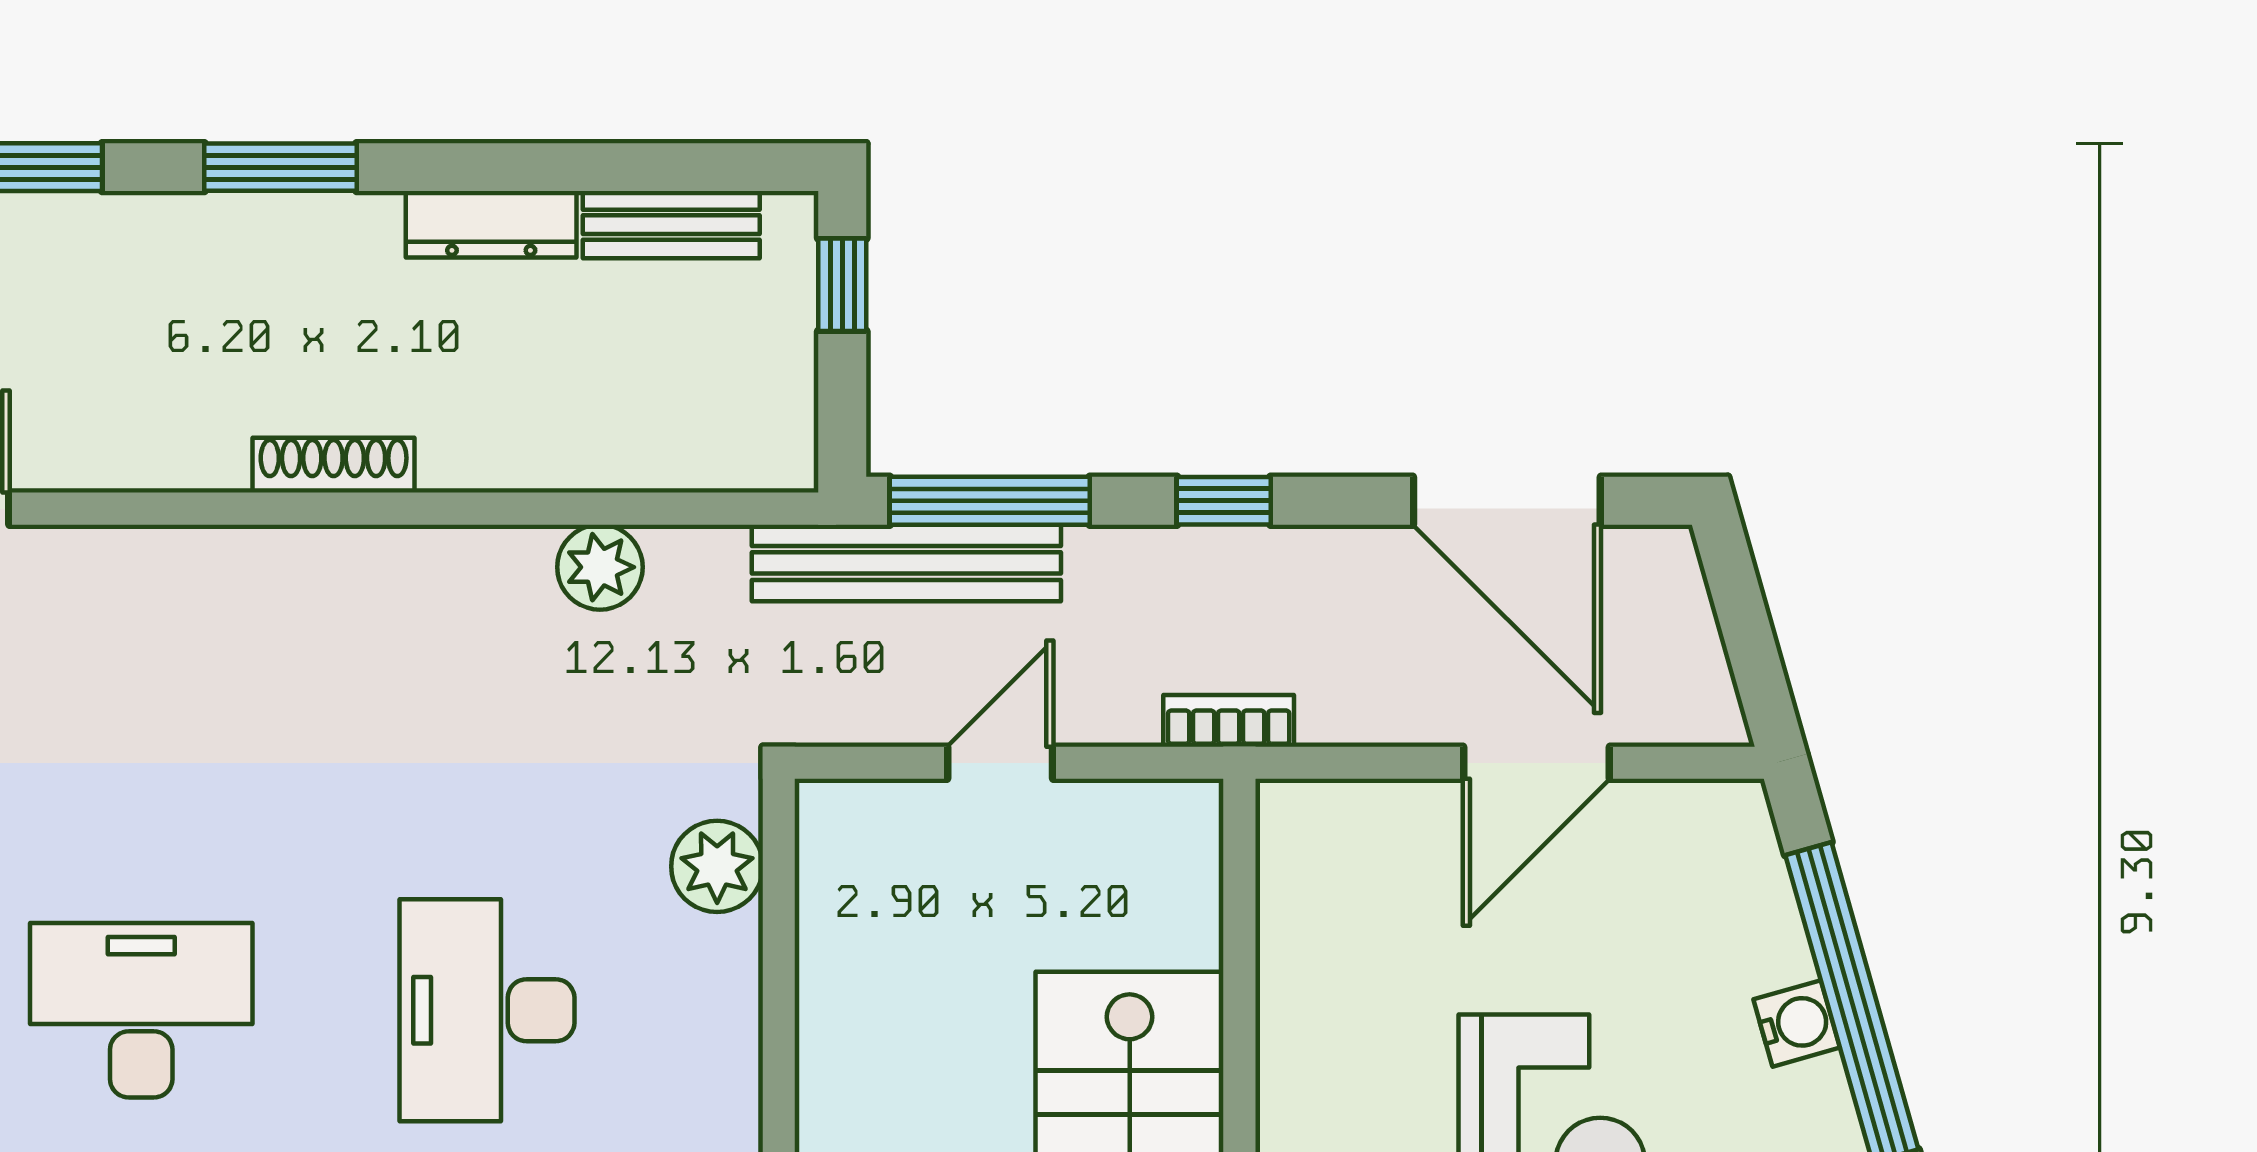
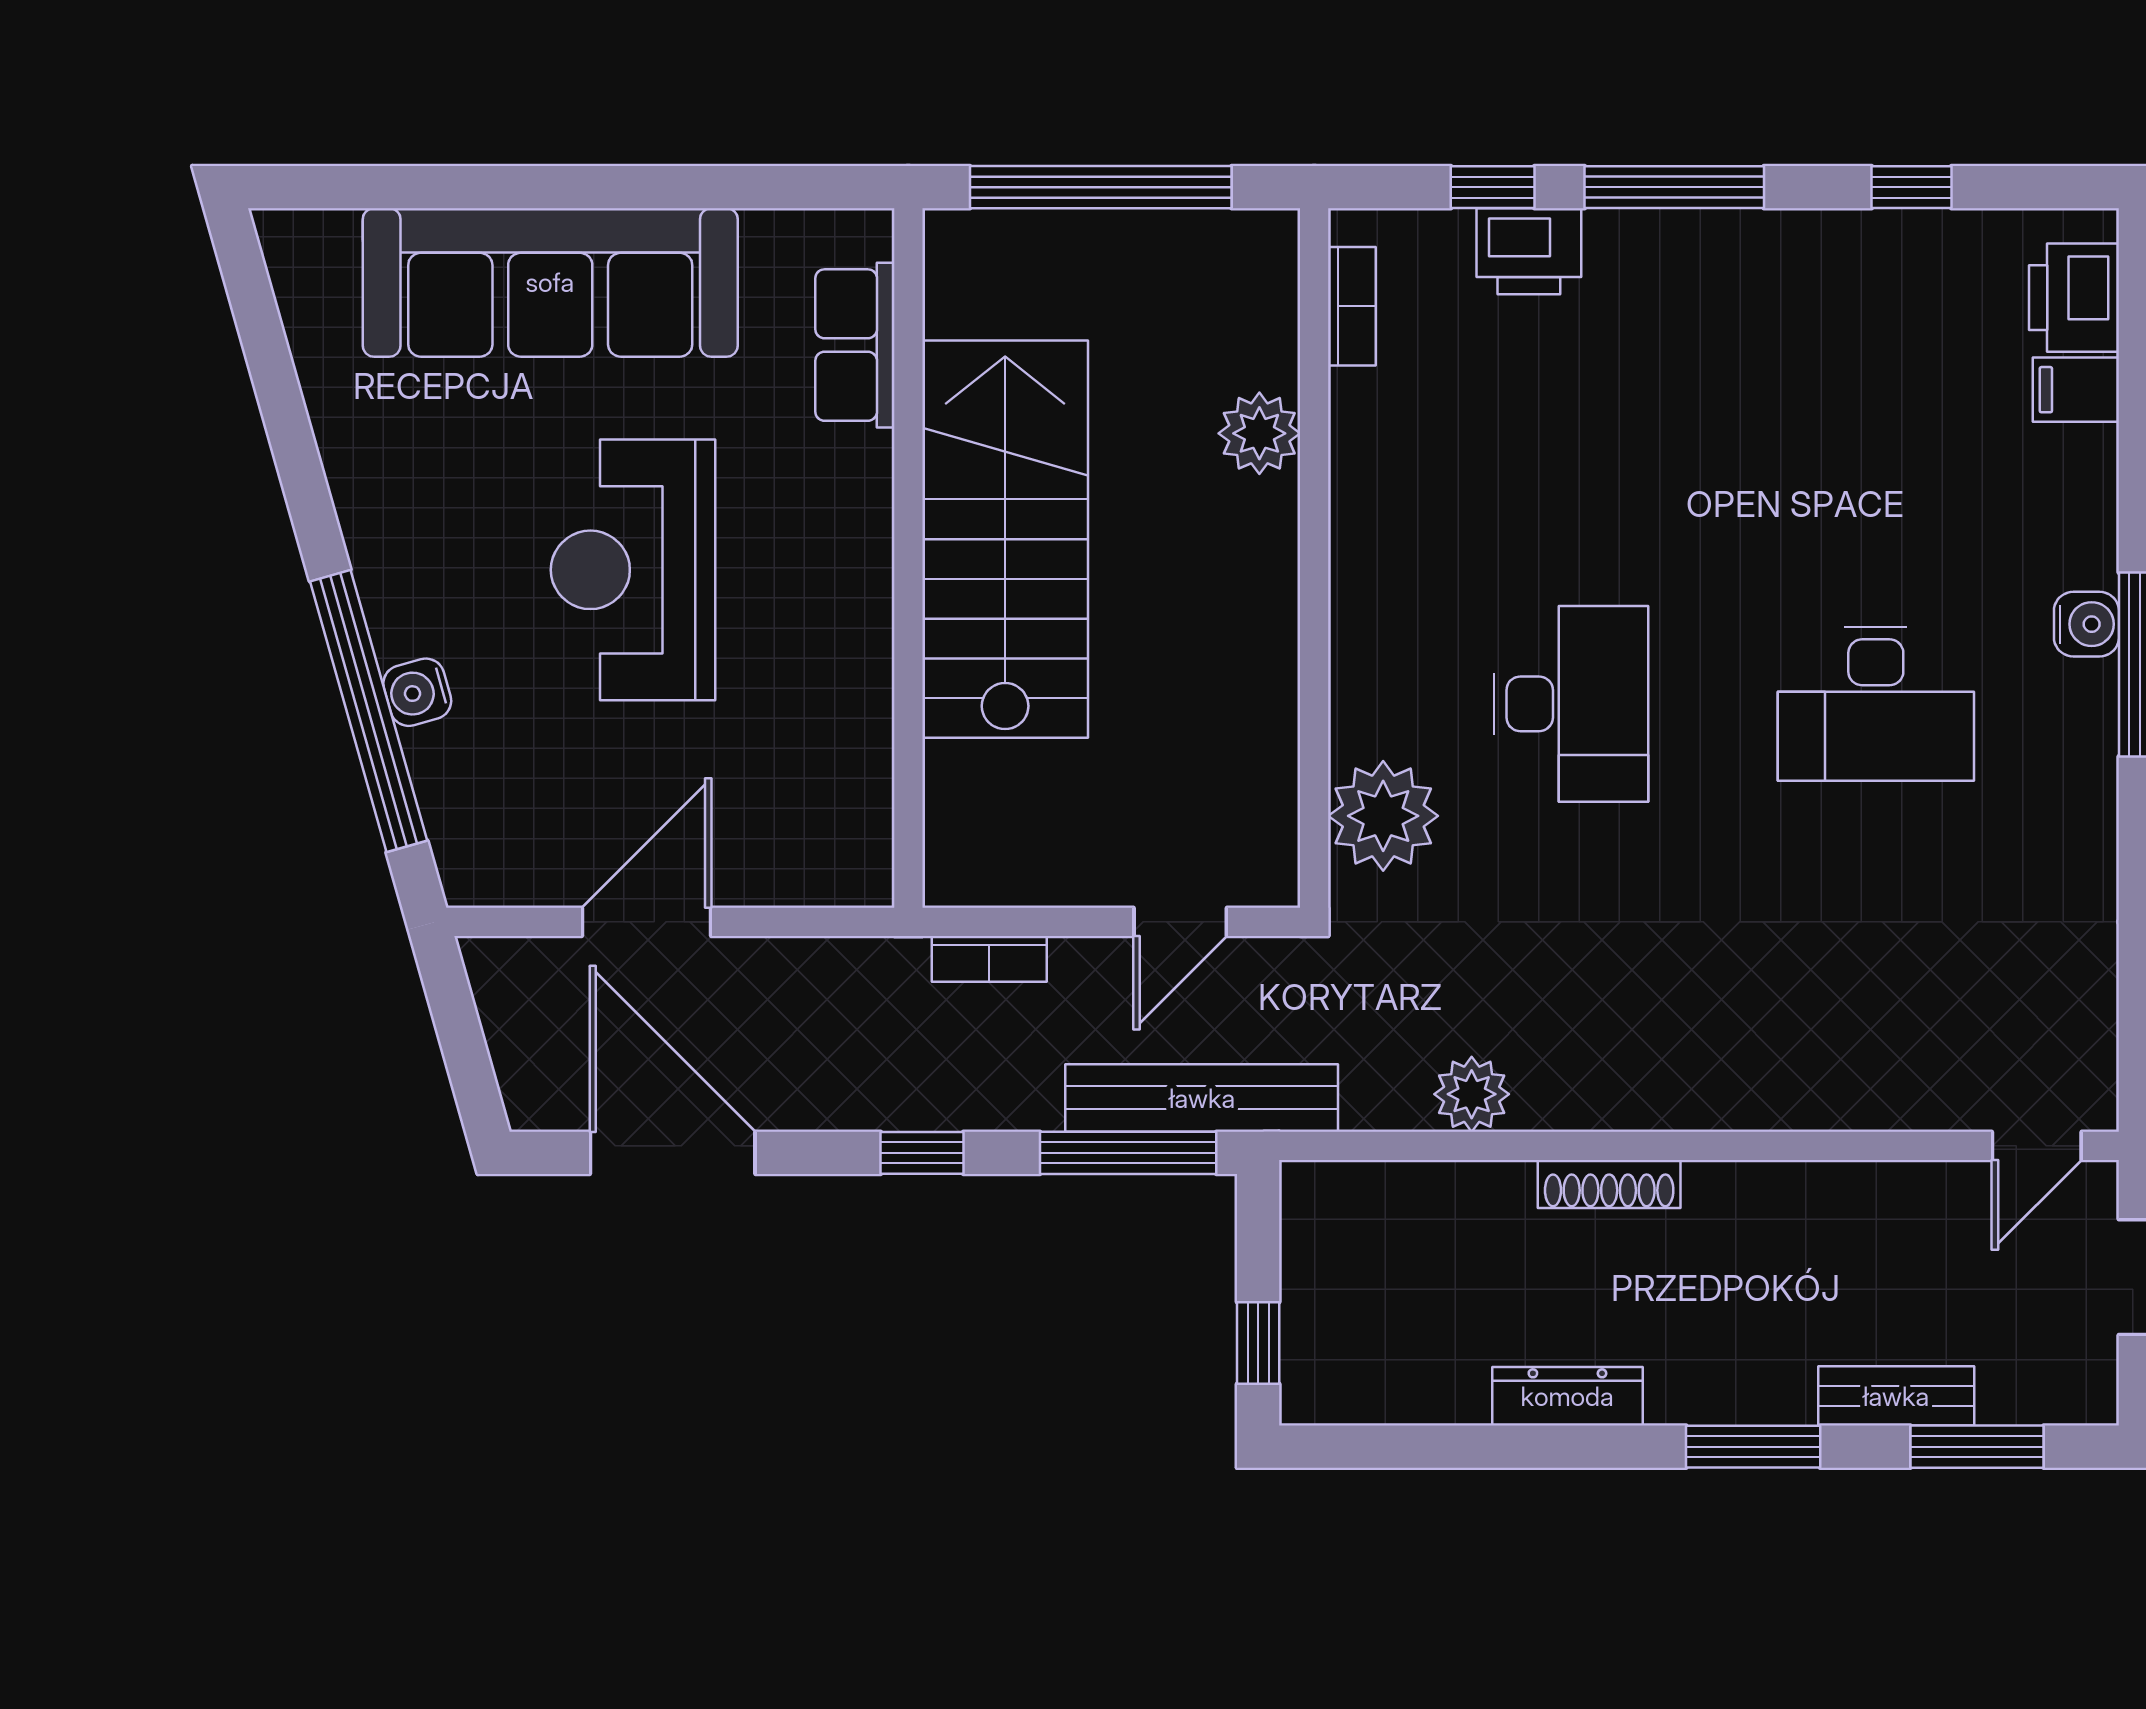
bench: (671, 225) -> (1896, 1396), moved
shoe rack: (334, 465) -> (1609, 1184), moved
bookcase: (1229, 721) -> (989, 959), moved
door: (1000, 763) -> (1180, 922), moved
plant: (717, 866) -> (1383, 816), width x1.36, depth x1.36

